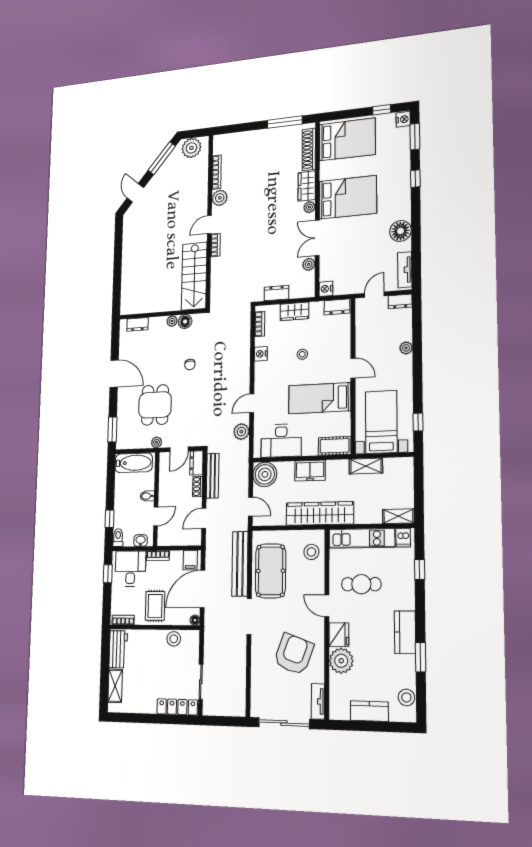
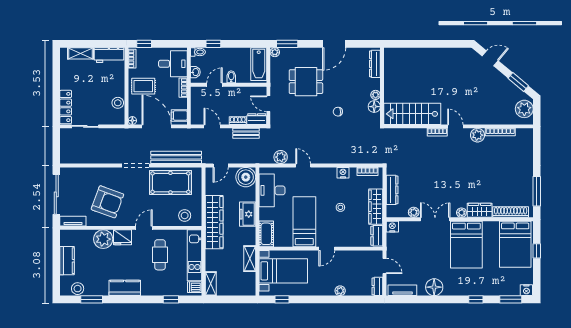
window: (382, 110) -> (537, 251), moved
window: (162, 158) -> (518, 82), width x0.69
dresser: (276, 293) -> (392, 190), width x1.44
wardrobe: (294, 311) -> (376, 207), width x1.50
dresser: (138, 324) -> (375, 64), width x1.44
plant: (157, 442) -> (275, 52), moved
bench: (213, 476) -> (246, 133), width x0.73
door: (156, 516) -> (215, 85), swing flipped
window: (108, 574) -> (144, 44), moved
window: (421, 657) -> (92, 299), moved

